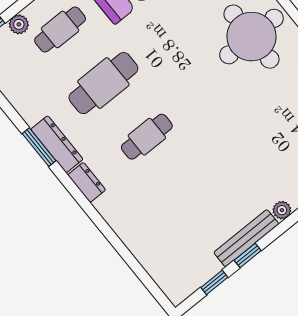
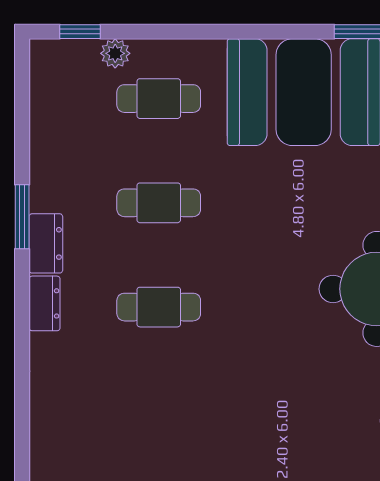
cafe table: (103, 83) -> (159, 203), width x0.73, depth x0.74
dresser: (57, 144) -> (46, 243), width x0.70

